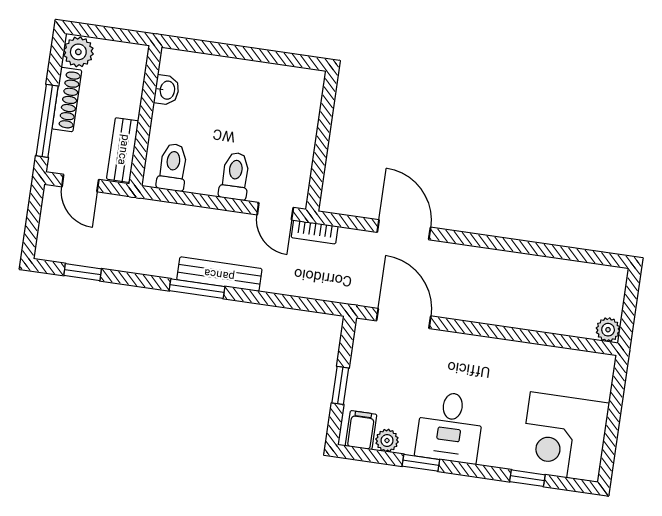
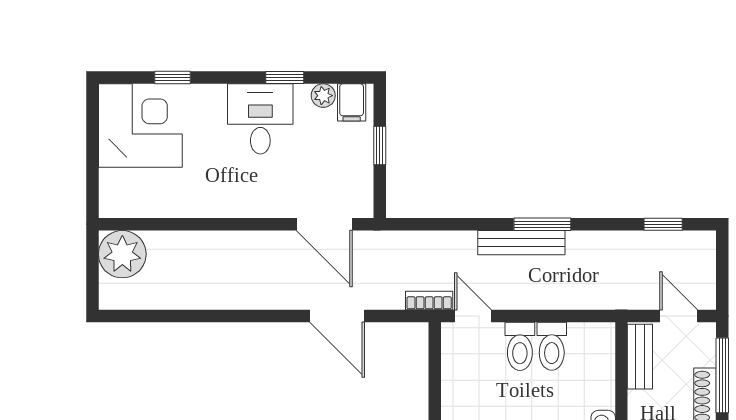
toilet: (173, 167) -> (552, 346), moved
plant: (608, 330) -> (122, 254), width x1.88, depth x1.88

